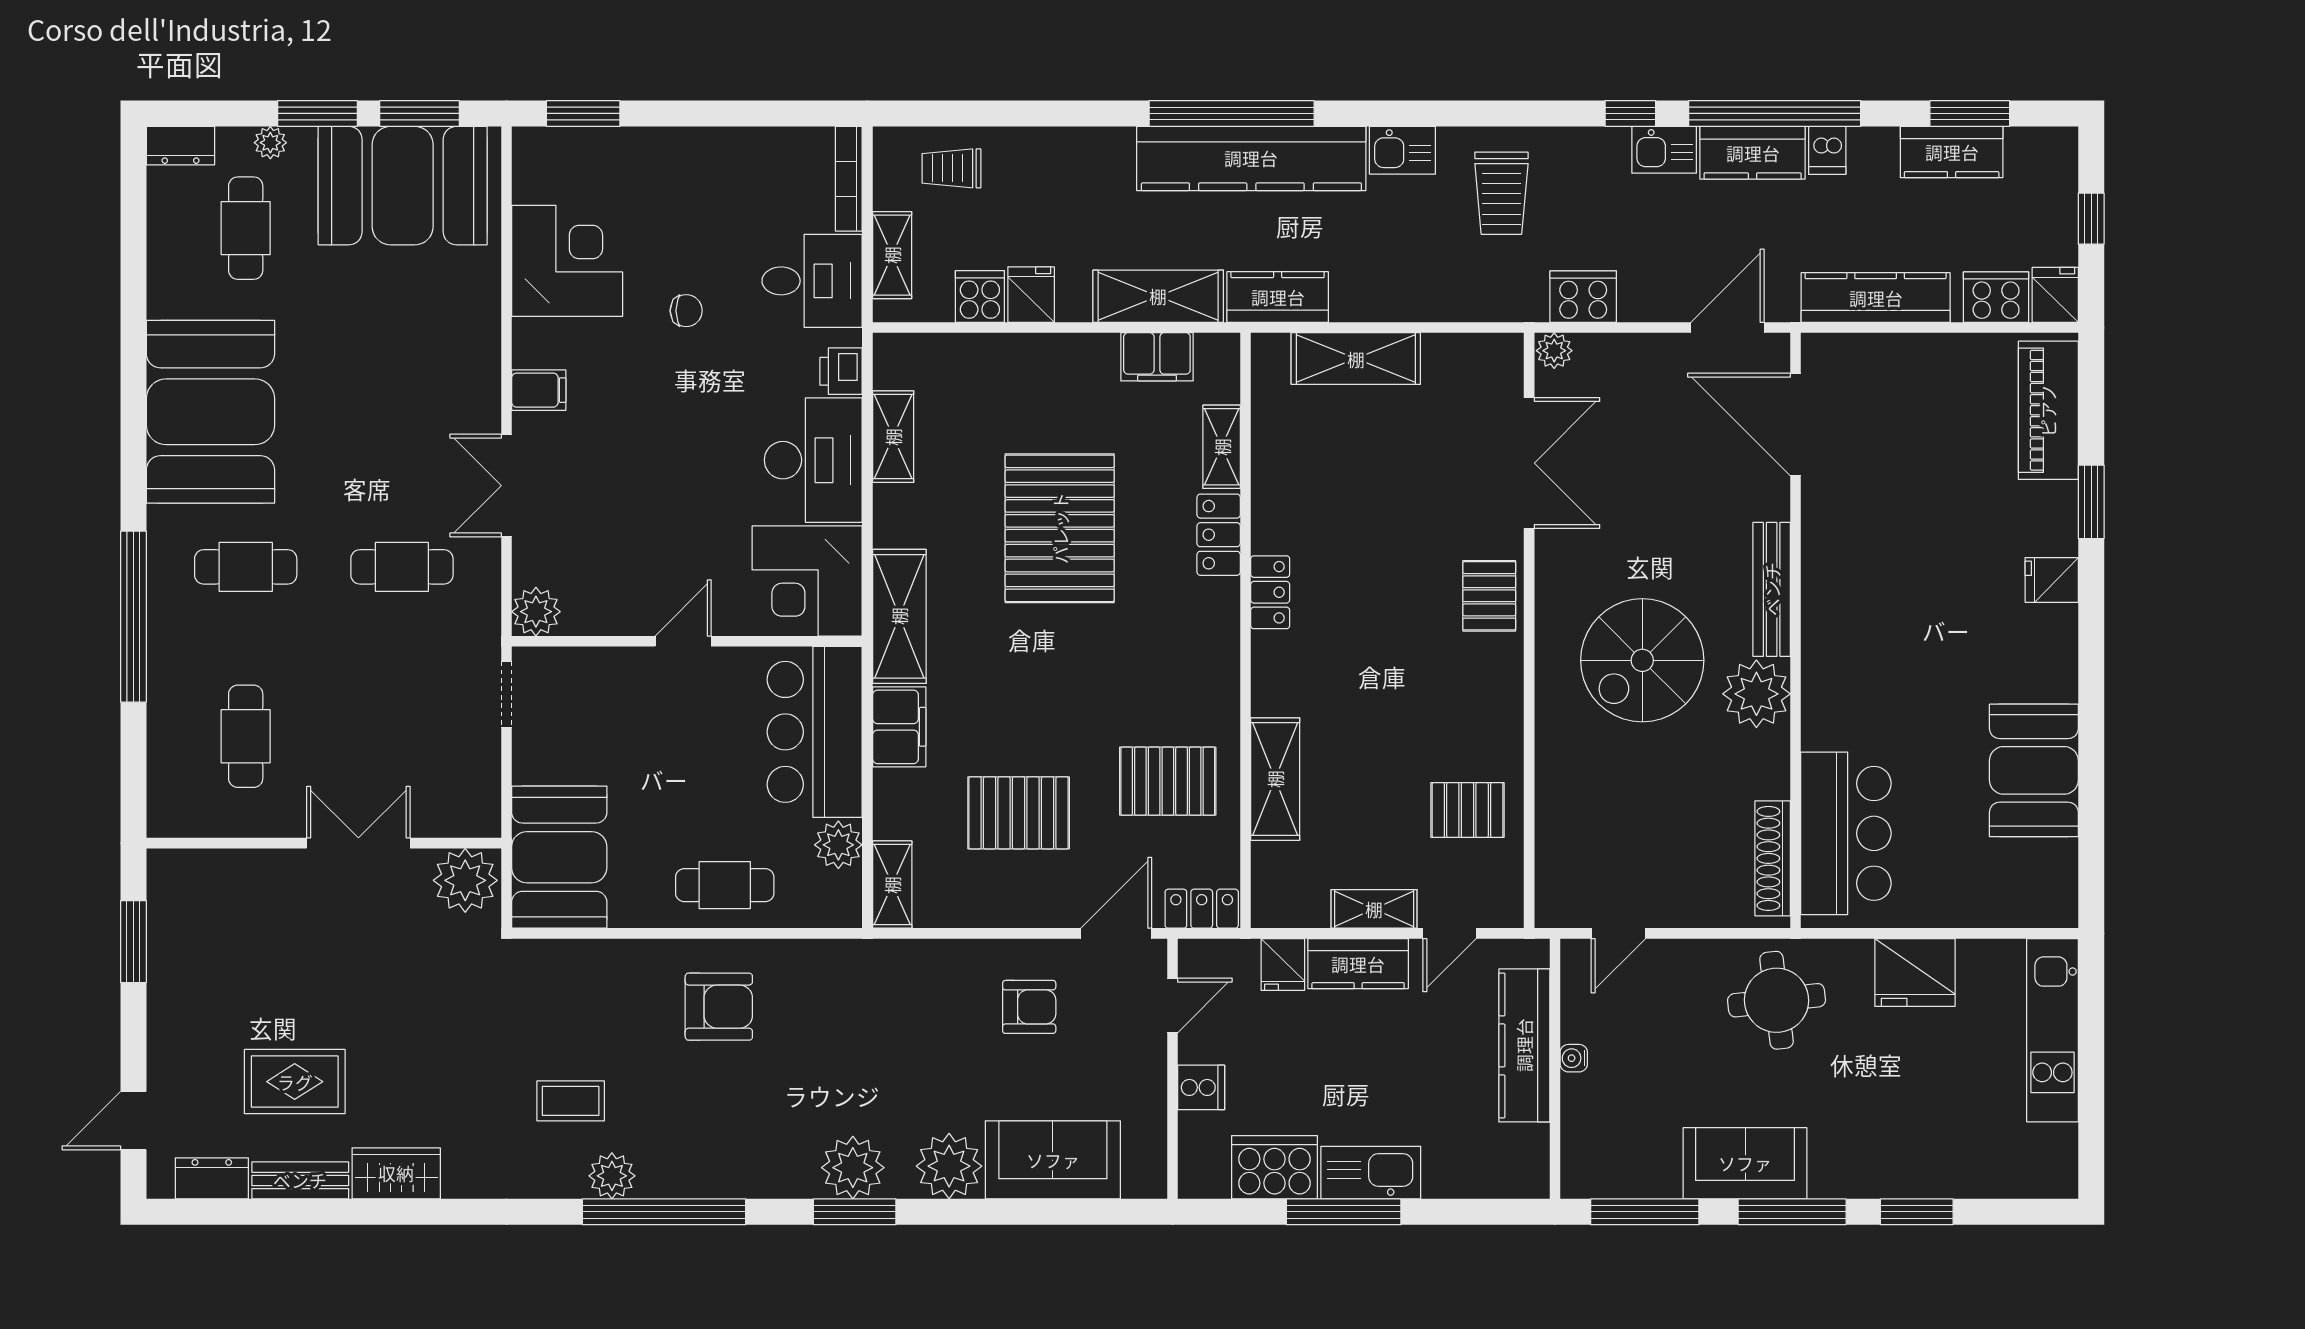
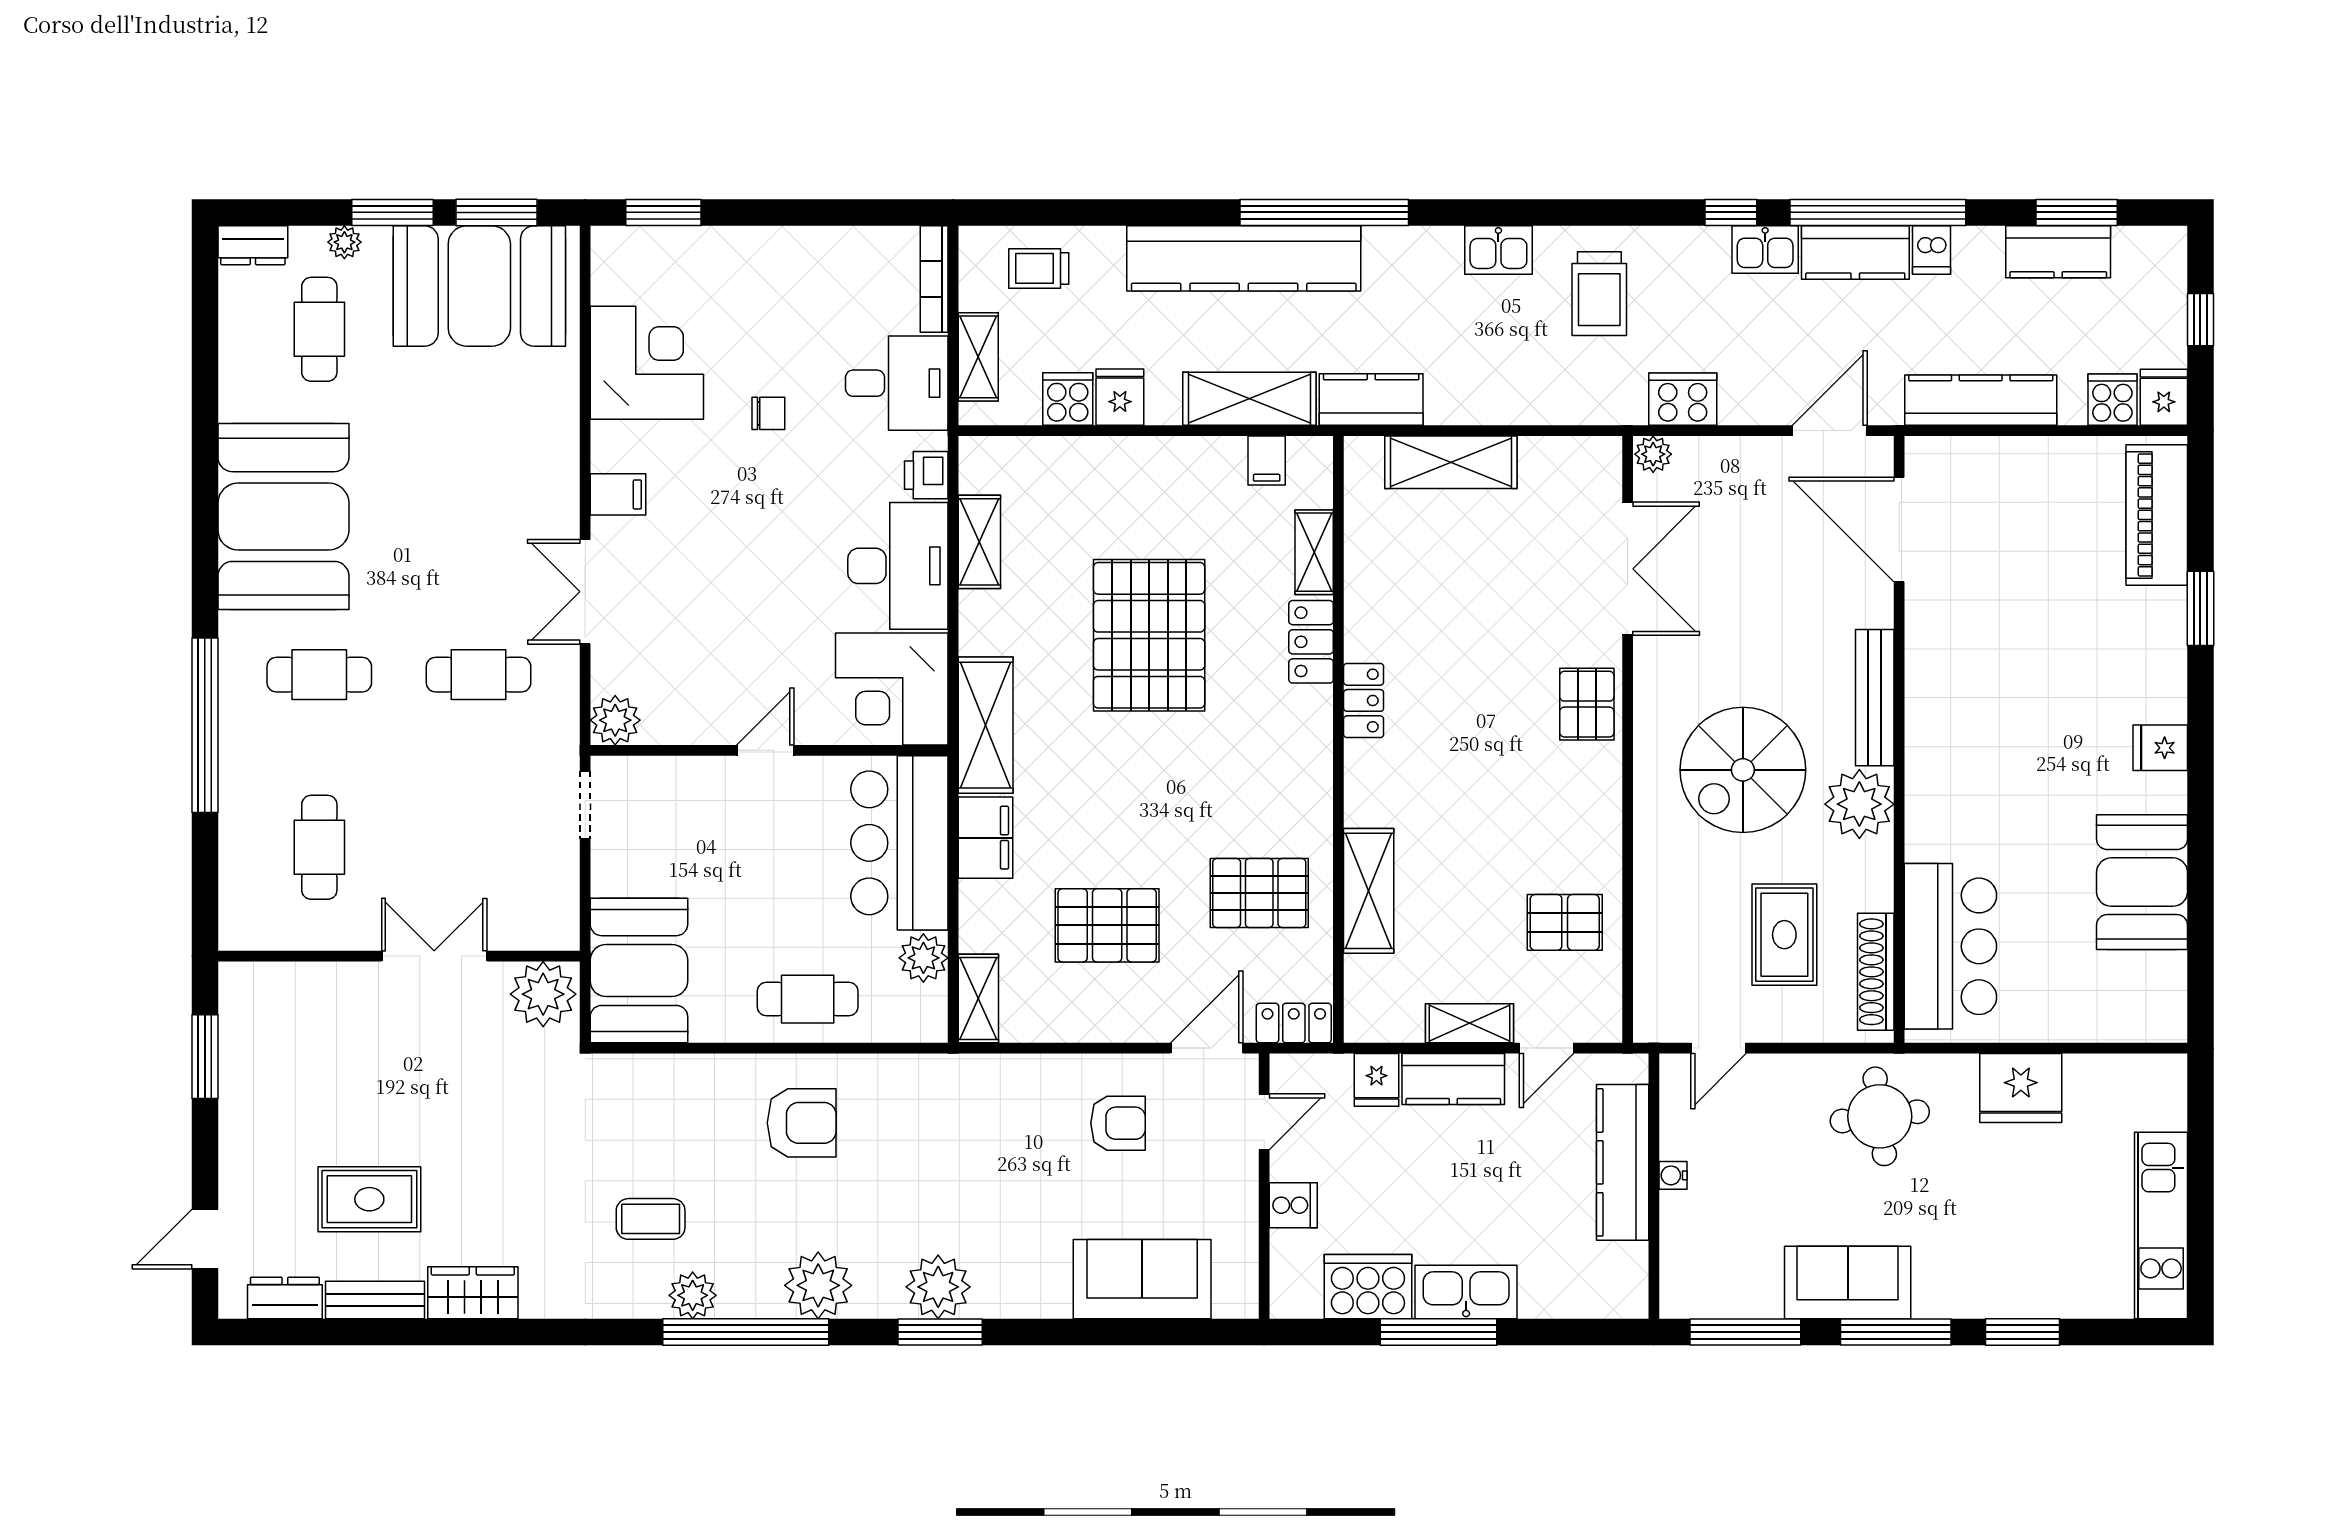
kitchen counter: (1251, 158) -> (1244, 258), moved
cooker: (1996, 297) -> (2112, 400), width x0.73
filing cabinet: (1157, 357) -> (1267, 460), width x0.50
fridge: (2052, 580) -> (2160, 748), moved
rug: (1683, 822) -> (1784, 935), added
kitchen unit: (2052, 1030) -> (2161, 1225), moved
plant: (949, 1166) -> (818, 1285), moved

